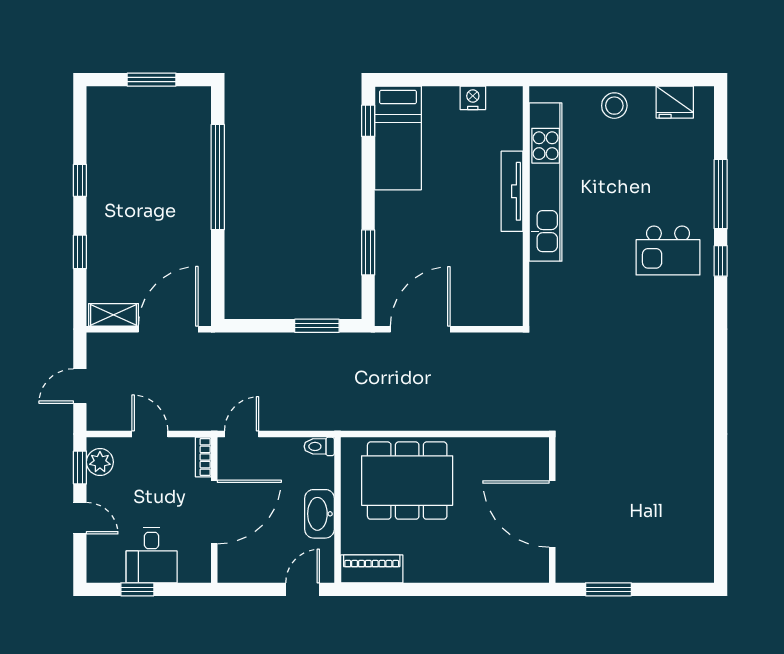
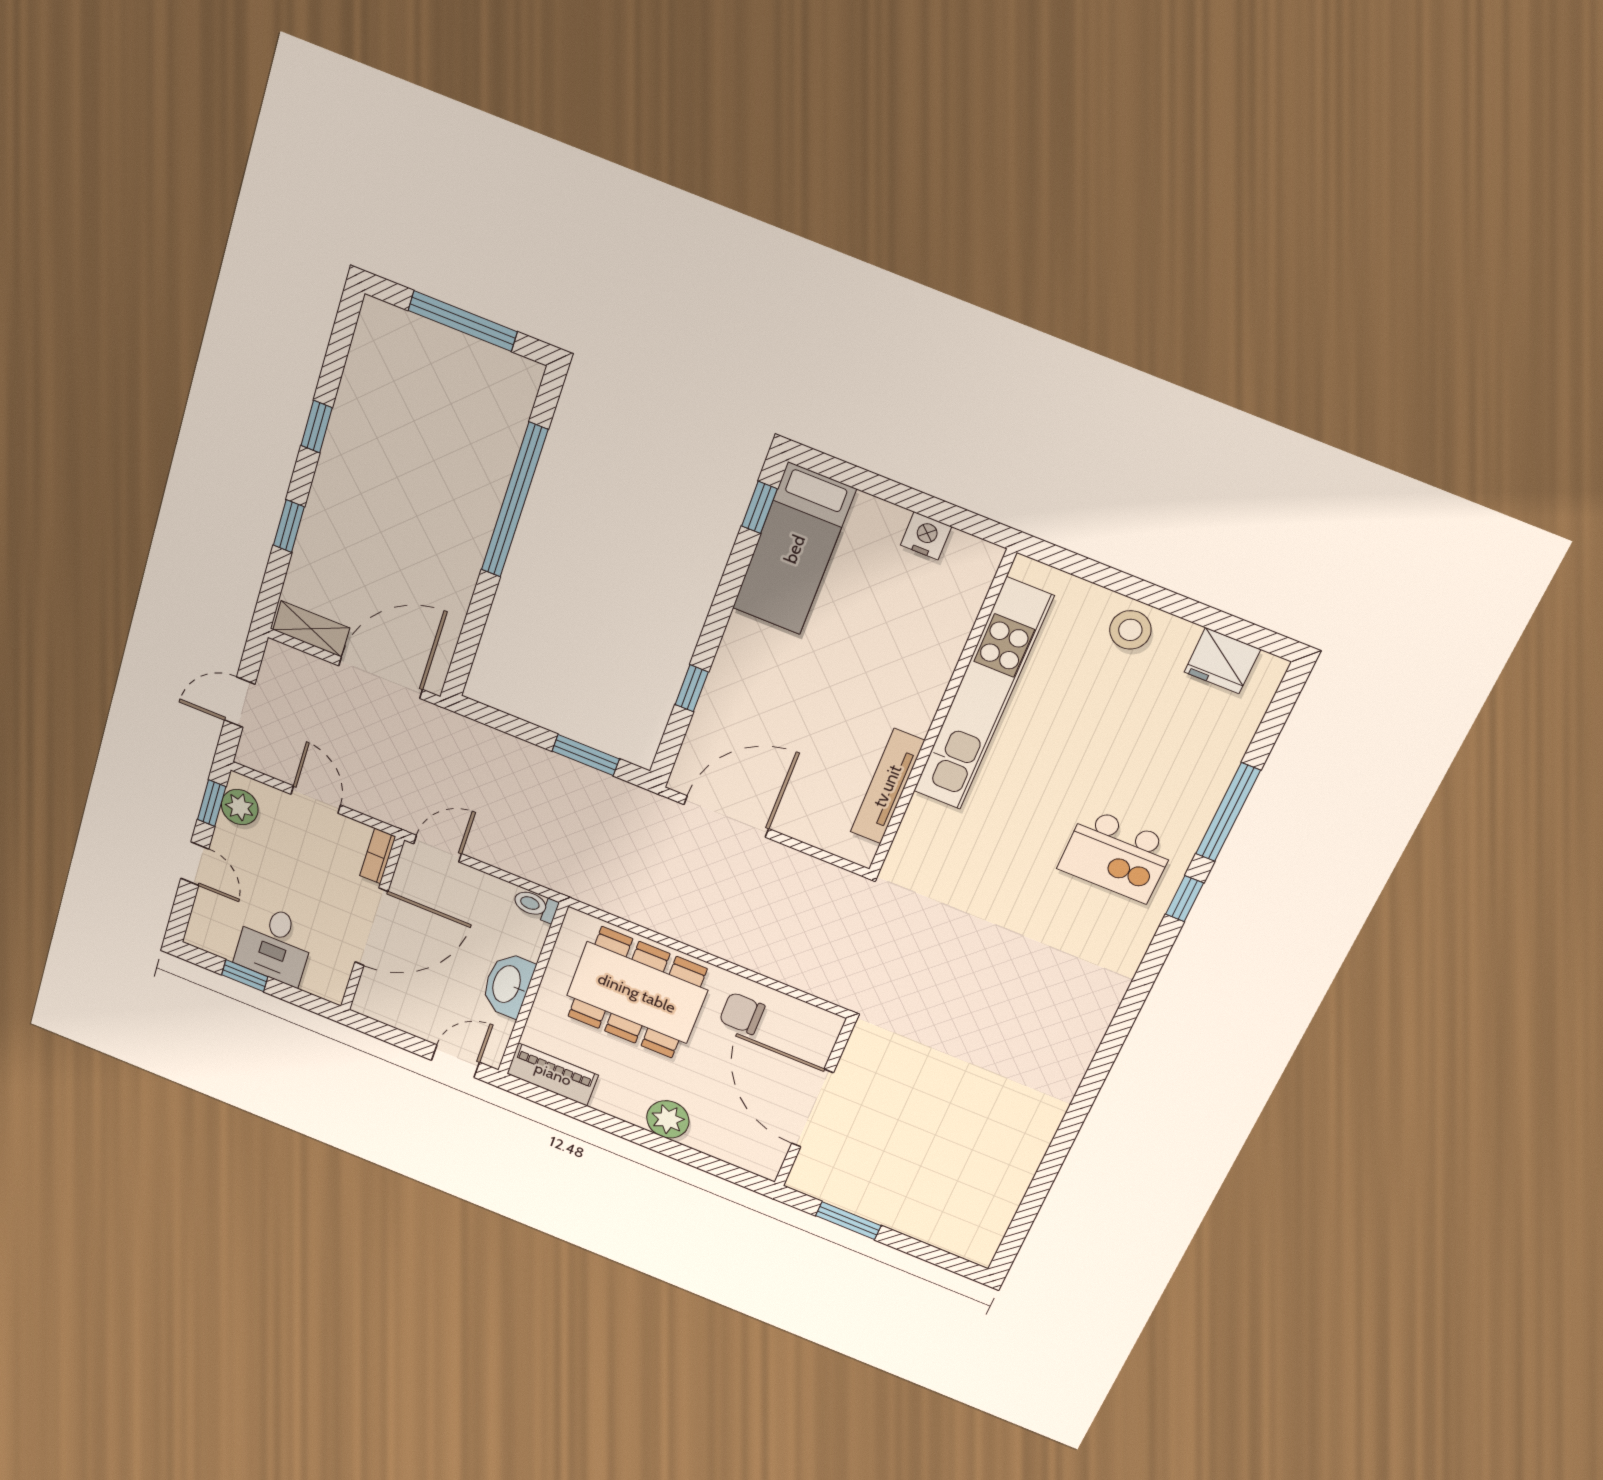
window: (152, 80) -> (463, 321), width x1.44
tv unit: (512, 191) -> (887, 786), moved
window: (368, 252) -> (692, 688), width x0.67
chair: (481, 465) -> (742, 1013), added
plant: (461, 567) -> (668, 1119), added

